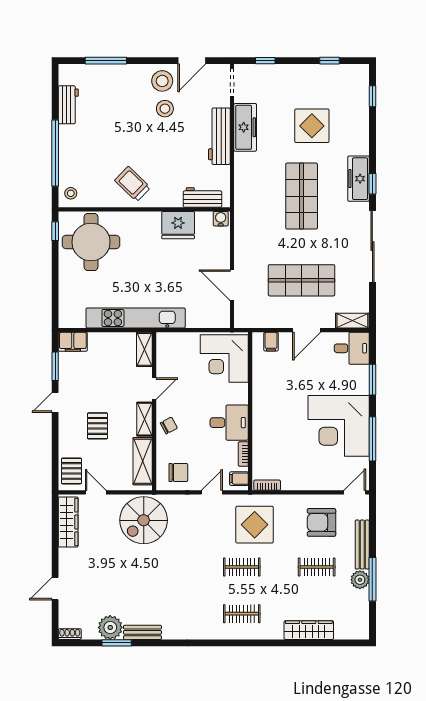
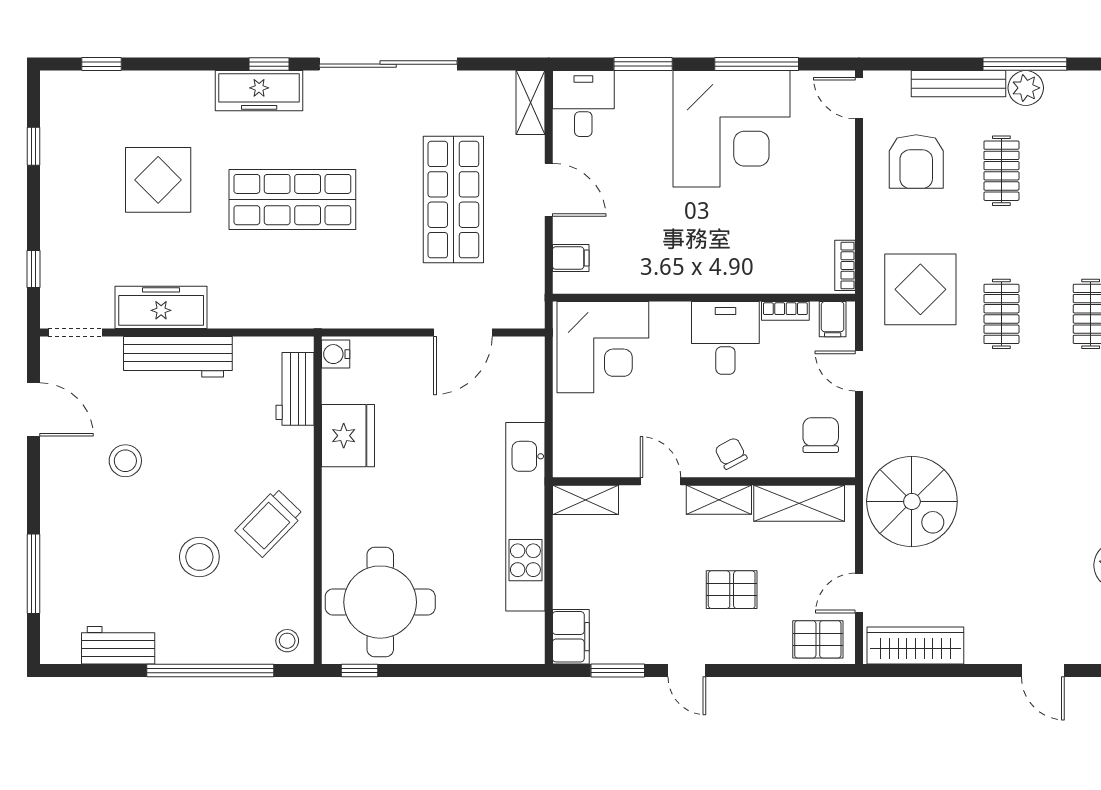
stool: (162, 81) -> (199, 557), moved

